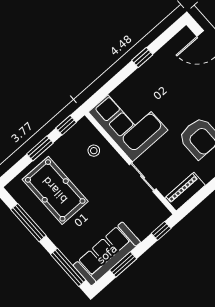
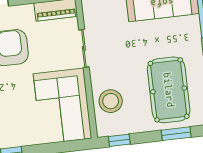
window: (40, 148) -> (176, 134), moved
stool: (94, 151) -> (111, 101), width x1.89, depth x1.89

